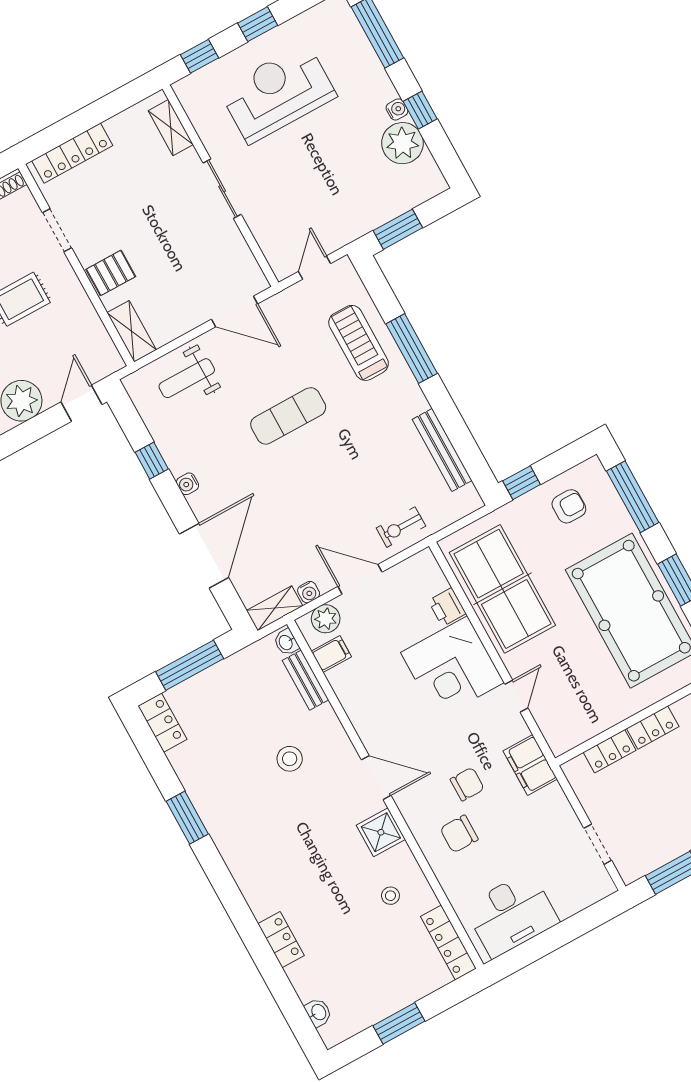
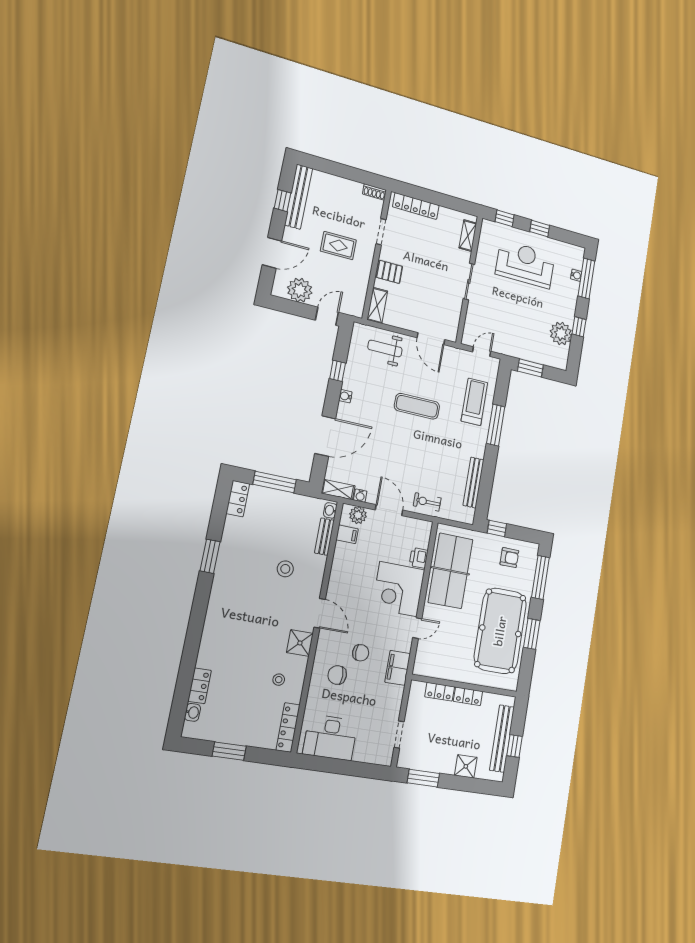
water cooler: (397, 109) -> (576, 275), moved
locker: (281, 940) -> (200, 686), moved

